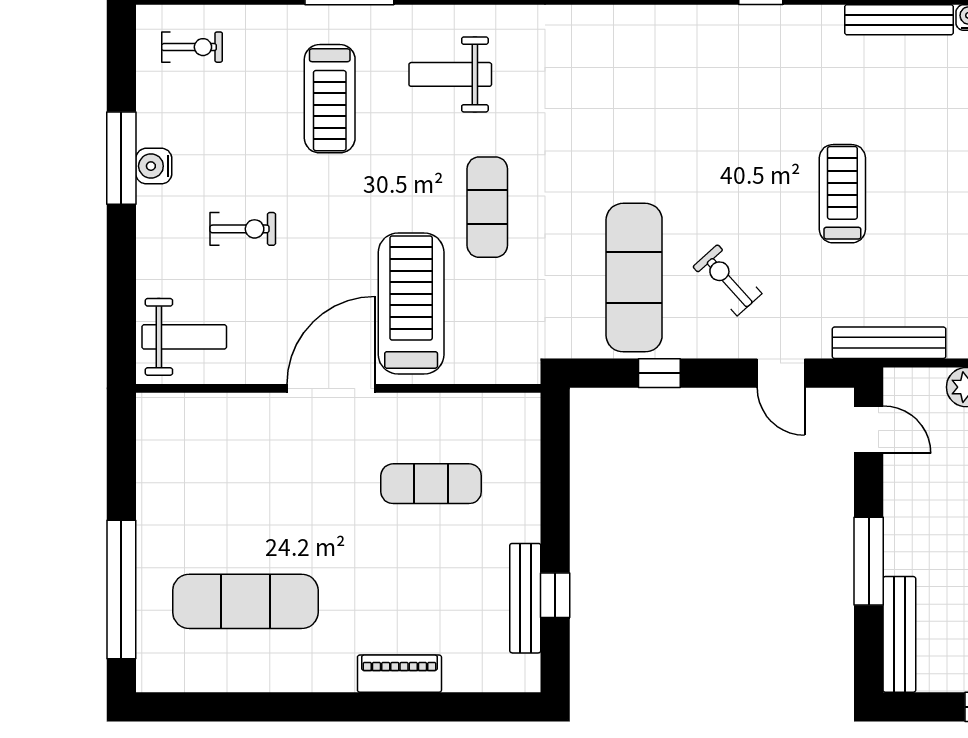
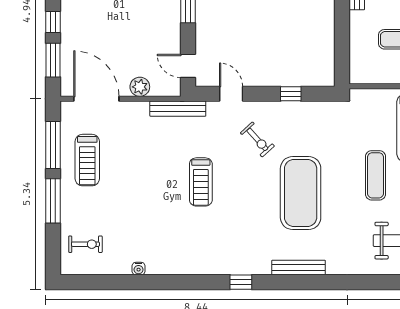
bench: (899, 20) -> (299, 268), moved
exercise mat: (634, 278) -> (301, 193), moved, width x1.47

